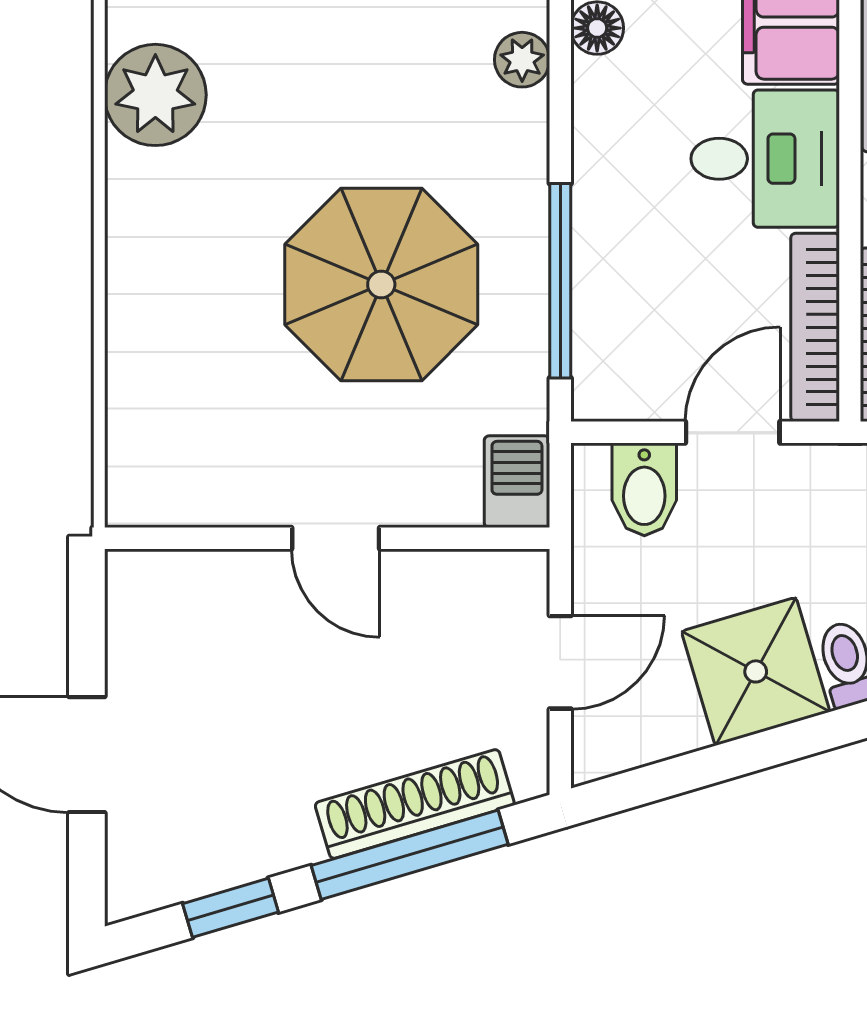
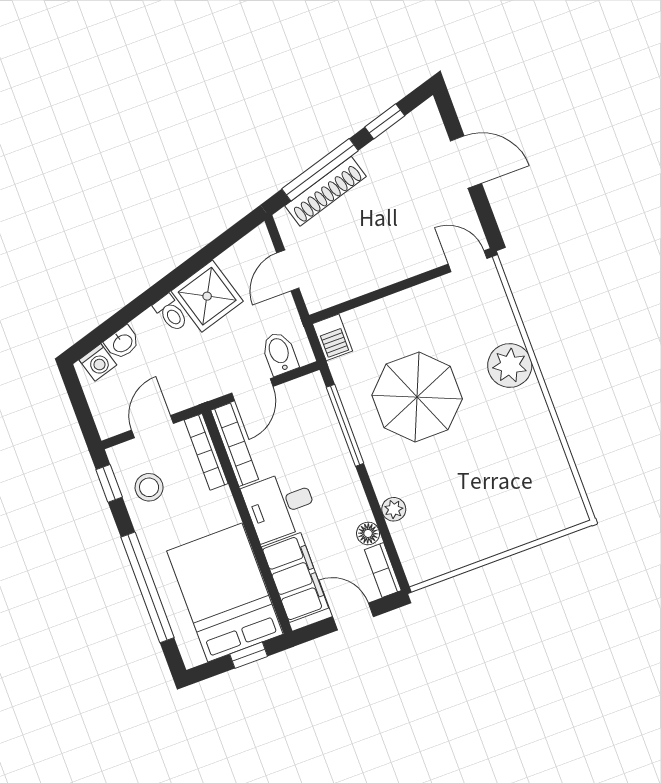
plant: (155, 95) -> (510, 365), moved
door: (336, 538) -> (468, 261), moved

